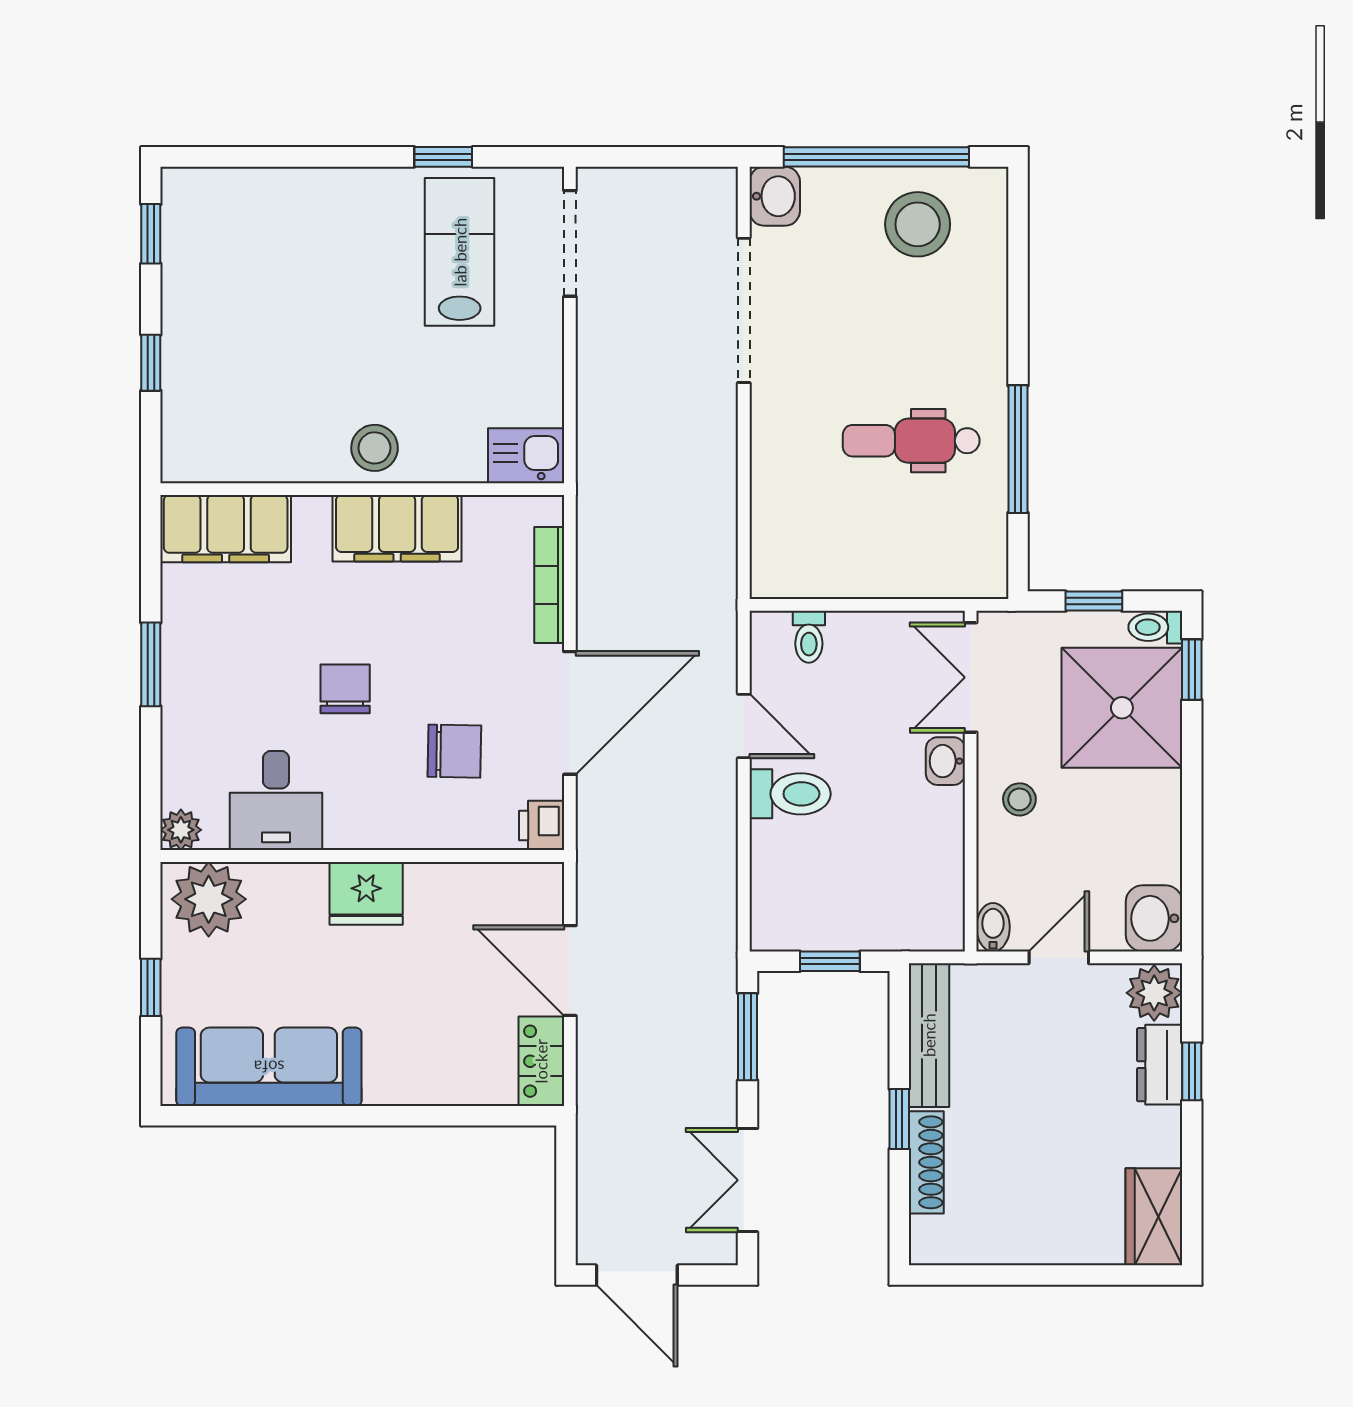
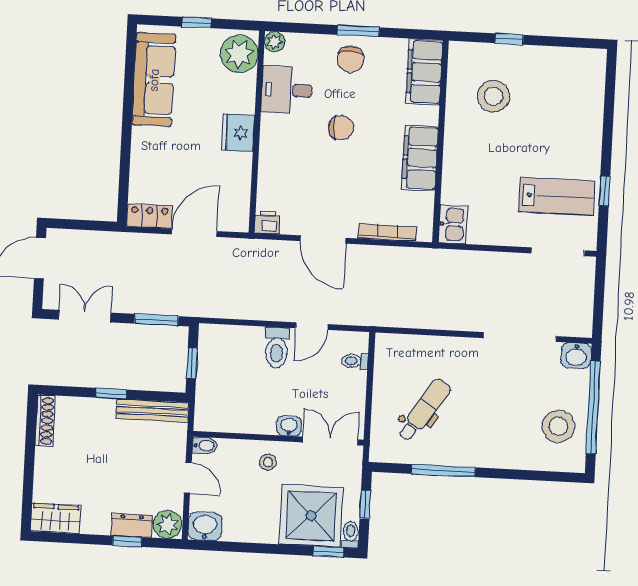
window: (151, 234) -> (574, 42), removed
dental chair: (911, 441) -> (424, 410), moved, turned 34
stool: (375, 448) -> (493, 96), moved, width x1.38, depth x1.38
door: (570, 713) -> (323, 239), width x0.73
chair: (454, 751) -> (351, 59), moved
shoe rack: (926, 1162) -> (45, 421), moved, turned -90

